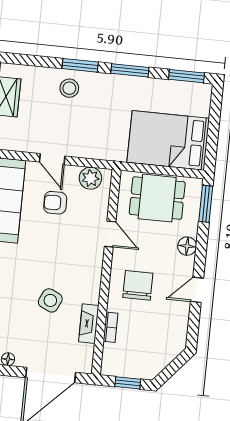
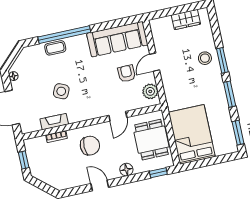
window: (206, 204) -> (158, 173), width x0.67

